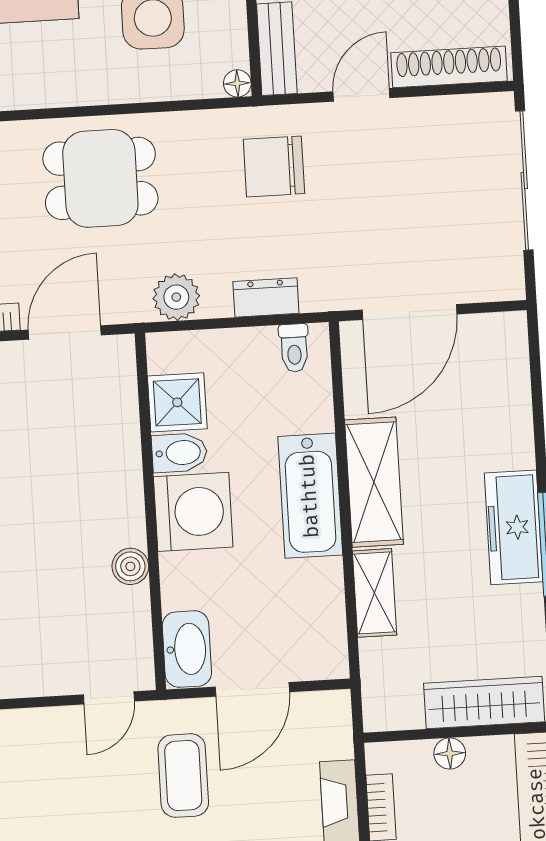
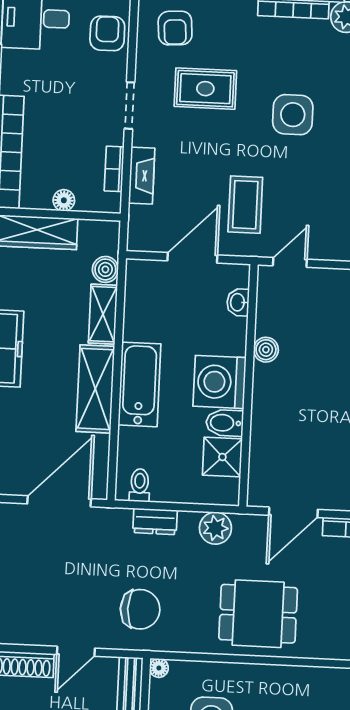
washbasin: (187, 649) -> (238, 302), width x0.52, depth x0.69
boiler: (378, 659) -> (105, 269), added

